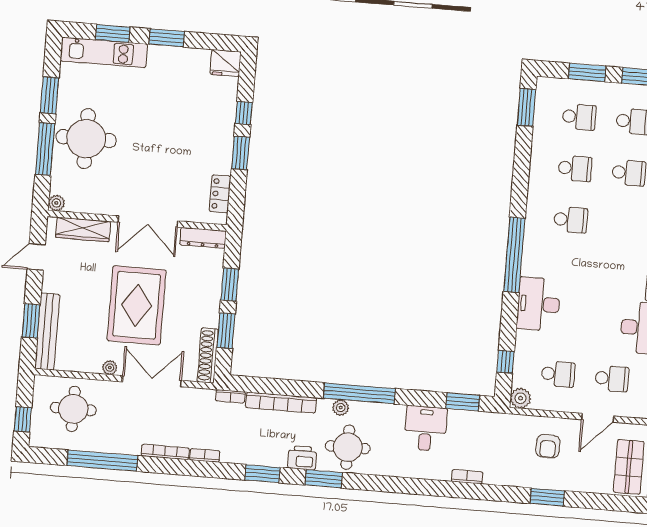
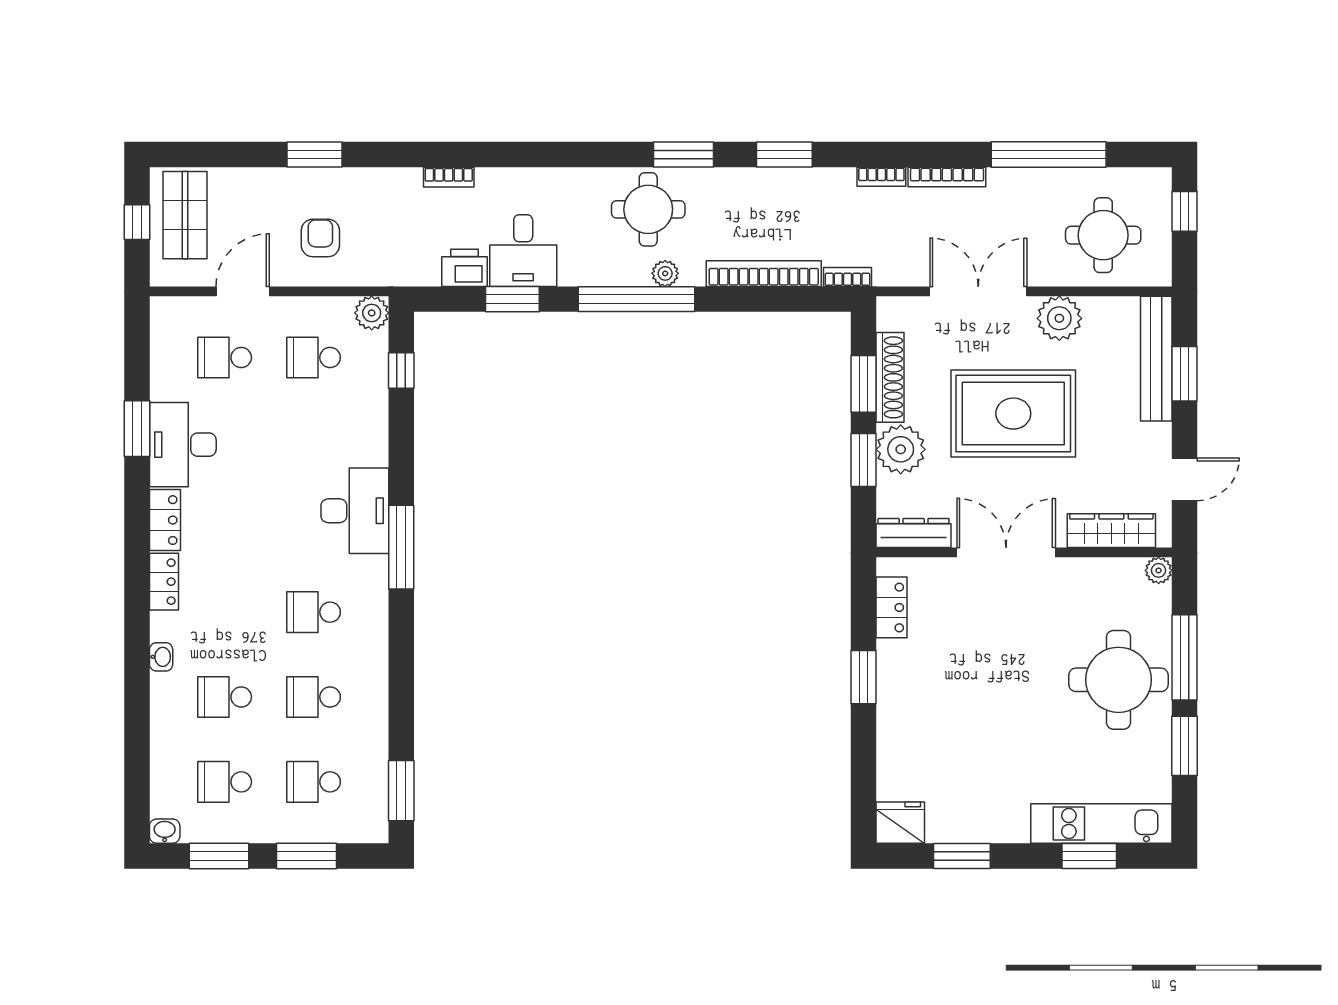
window: (167, 38) -> (962, 856), moved
window: (244, 113) -> (864, 743), removed
window: (514, 255) -> (401, 547), width x0.68
plant: (207, 289) -> (901, 449), added
desk: (539, 304) -> (355, 511), moved
rug: (137, 305) -> (1013, 414), turned 90
shoe rack: (208, 355) -> (890, 377), moved
plant: (110, 368) -> (1059, 318), width x1.87, depth x1.87
double door: (152, 381) -> (978, 291), swing flipped
window: (463, 402) -> (512, 299), moved
printer: (302, 458) -> (465, 268), moved, turned 180

